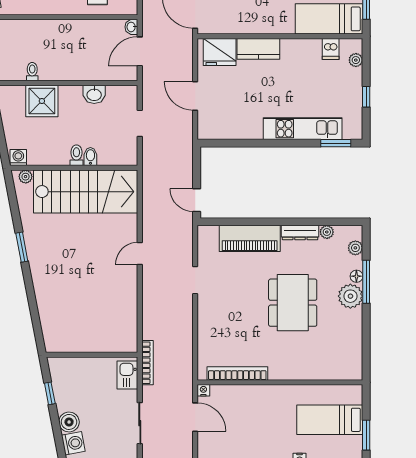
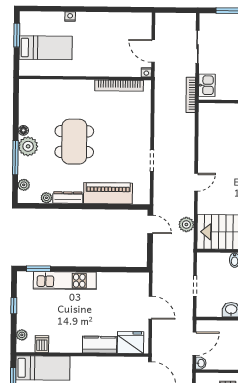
plant: (151, 200) -> (186, 225), added
floor lamp: (356, 276) -> (23, 130), moved

